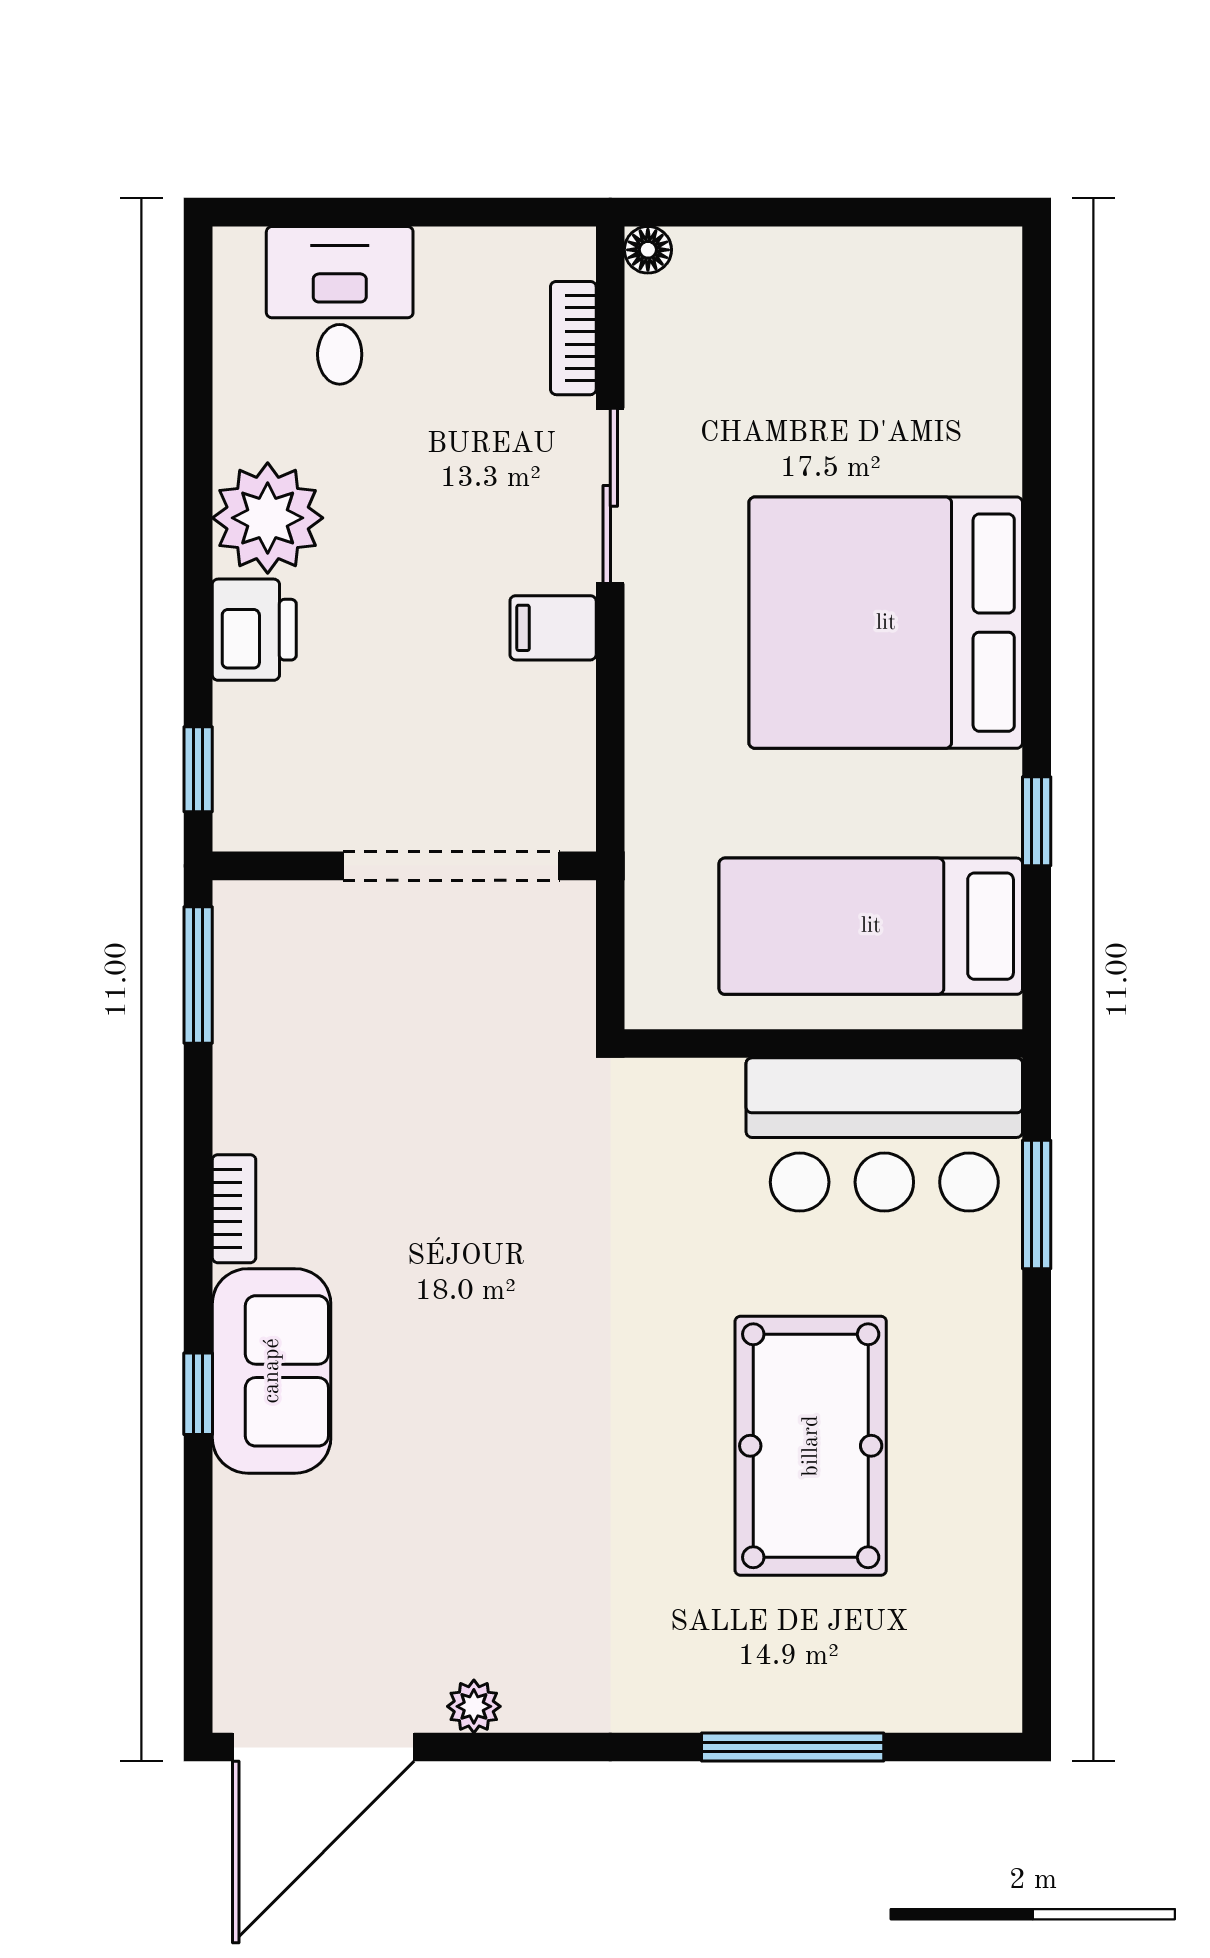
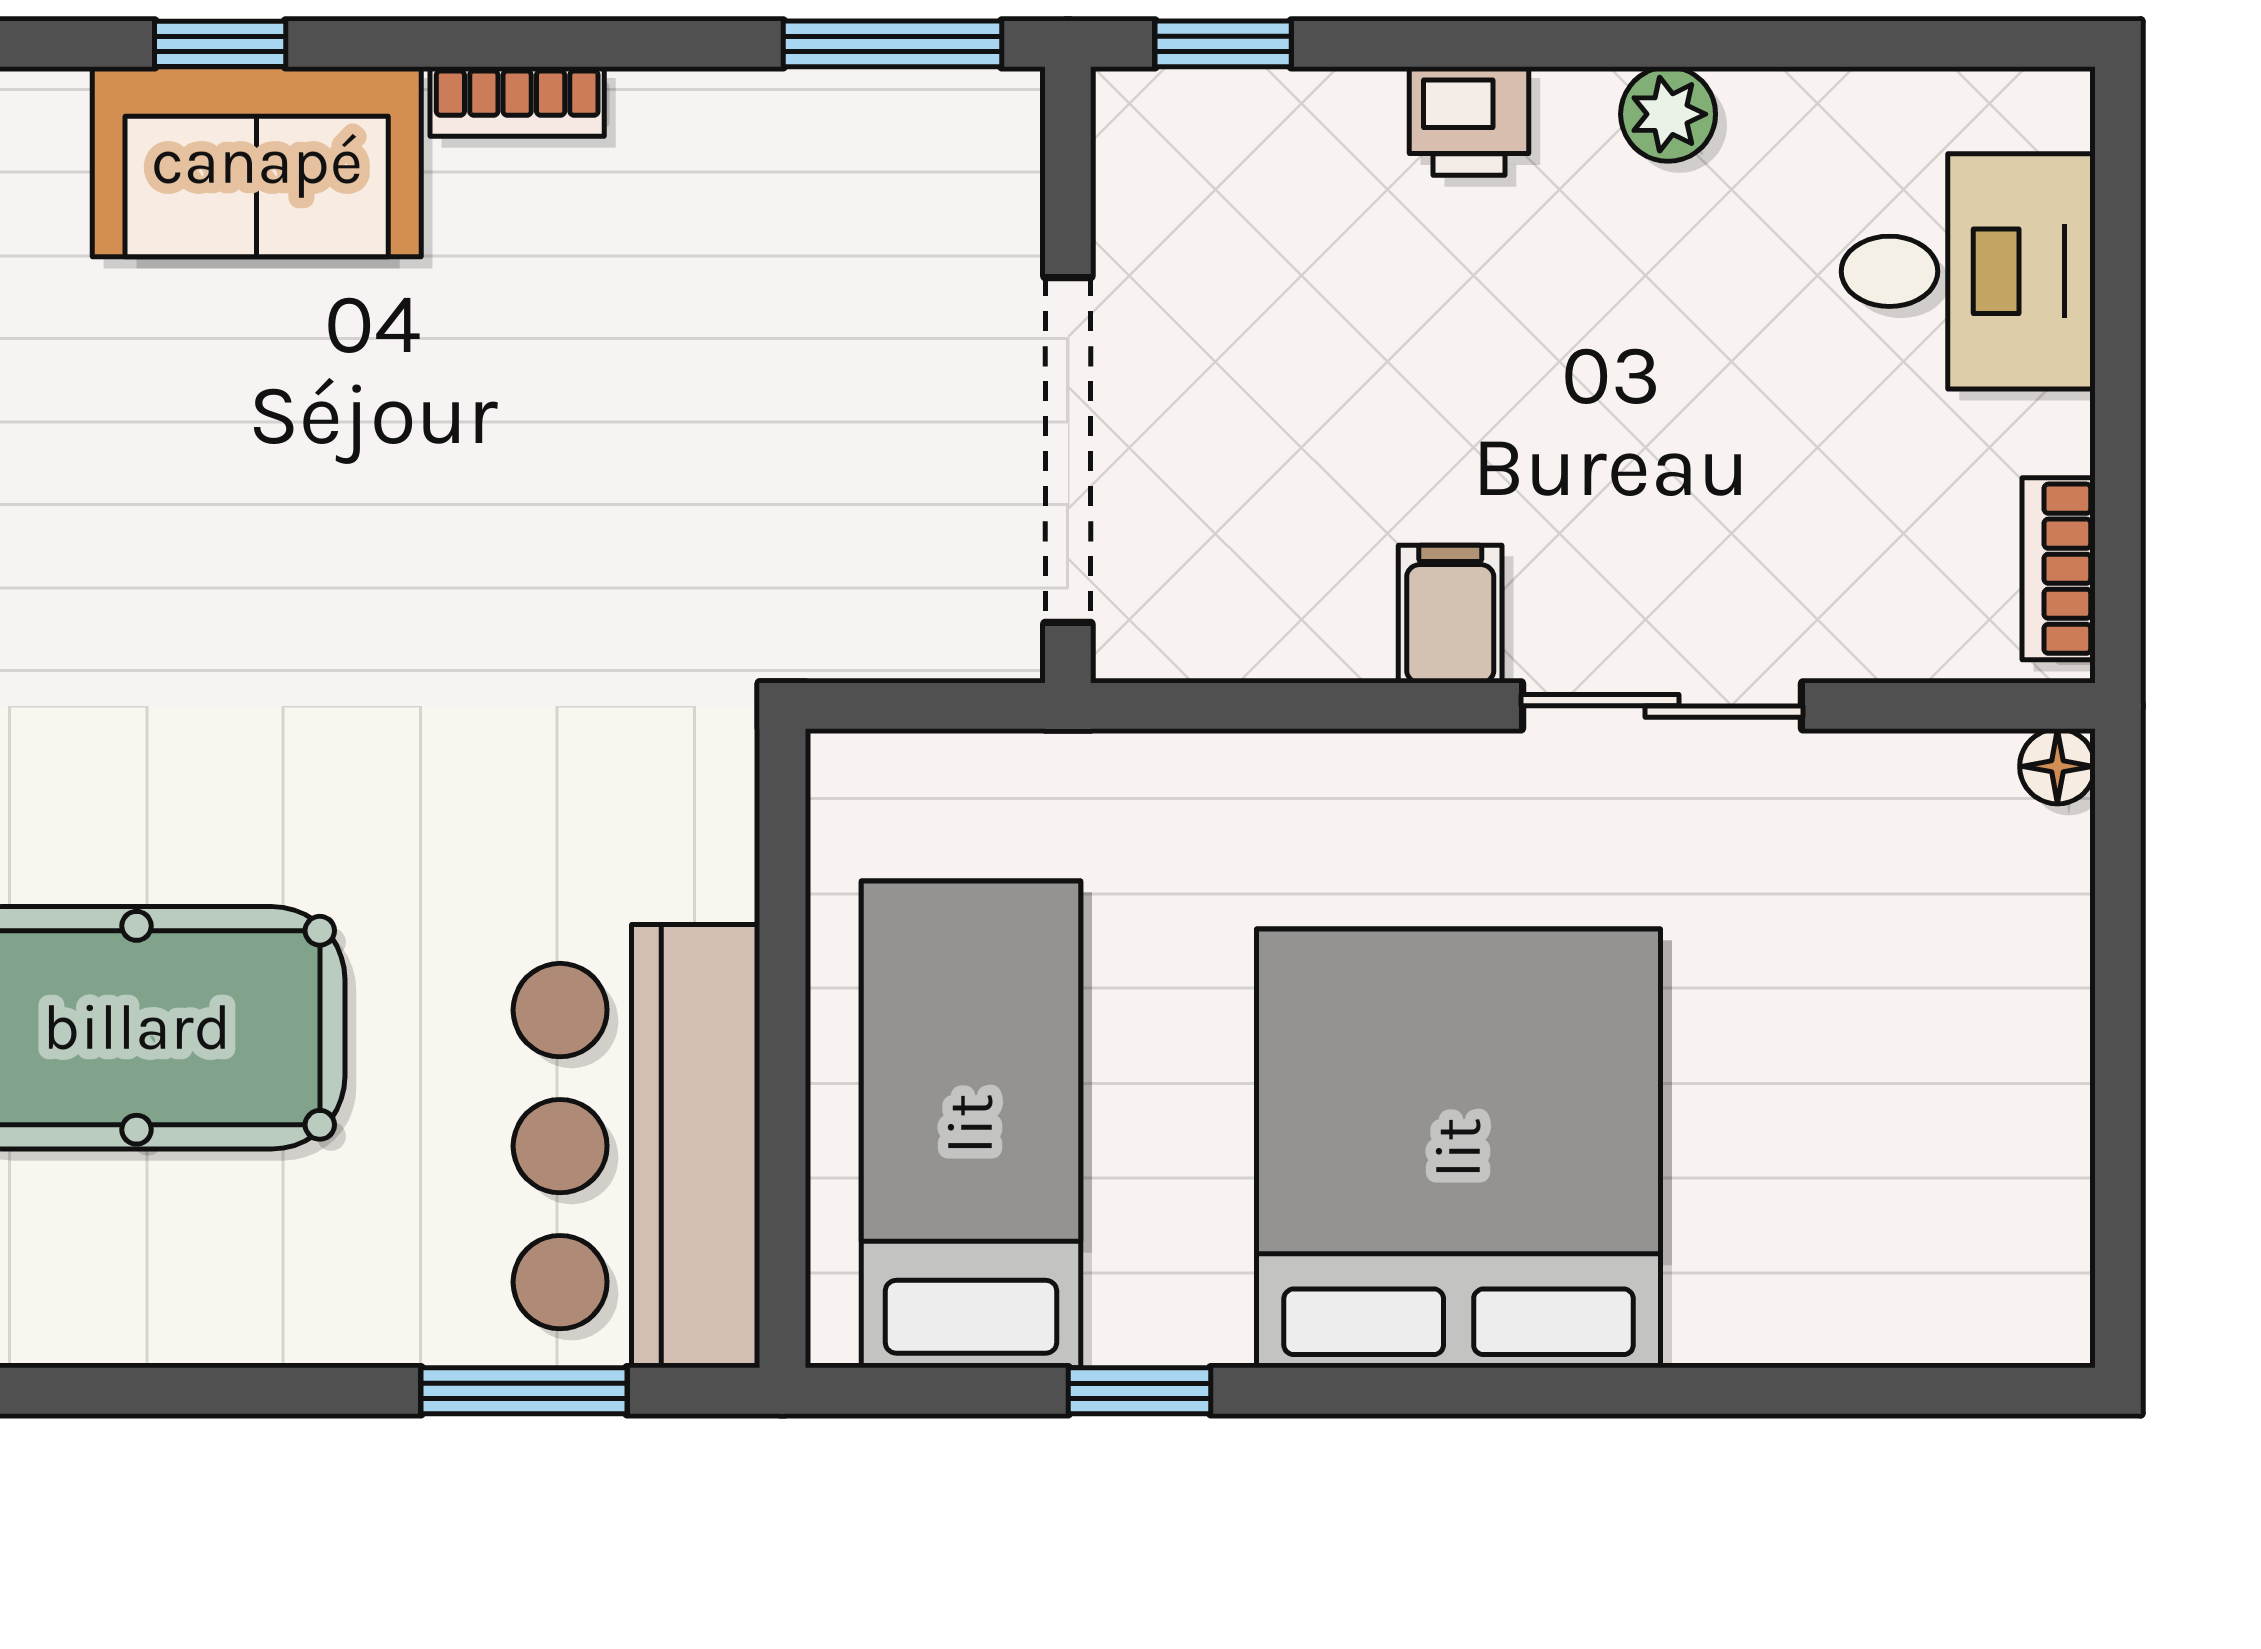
bookcase: (573, 338) -> (2059, 569), moved, turned -90
plant: (268, 518) -> (1668, 114), width x0.53, depth x0.53
printer: (254, 630) -> (1469, 121), width x0.73, depth x0.81

